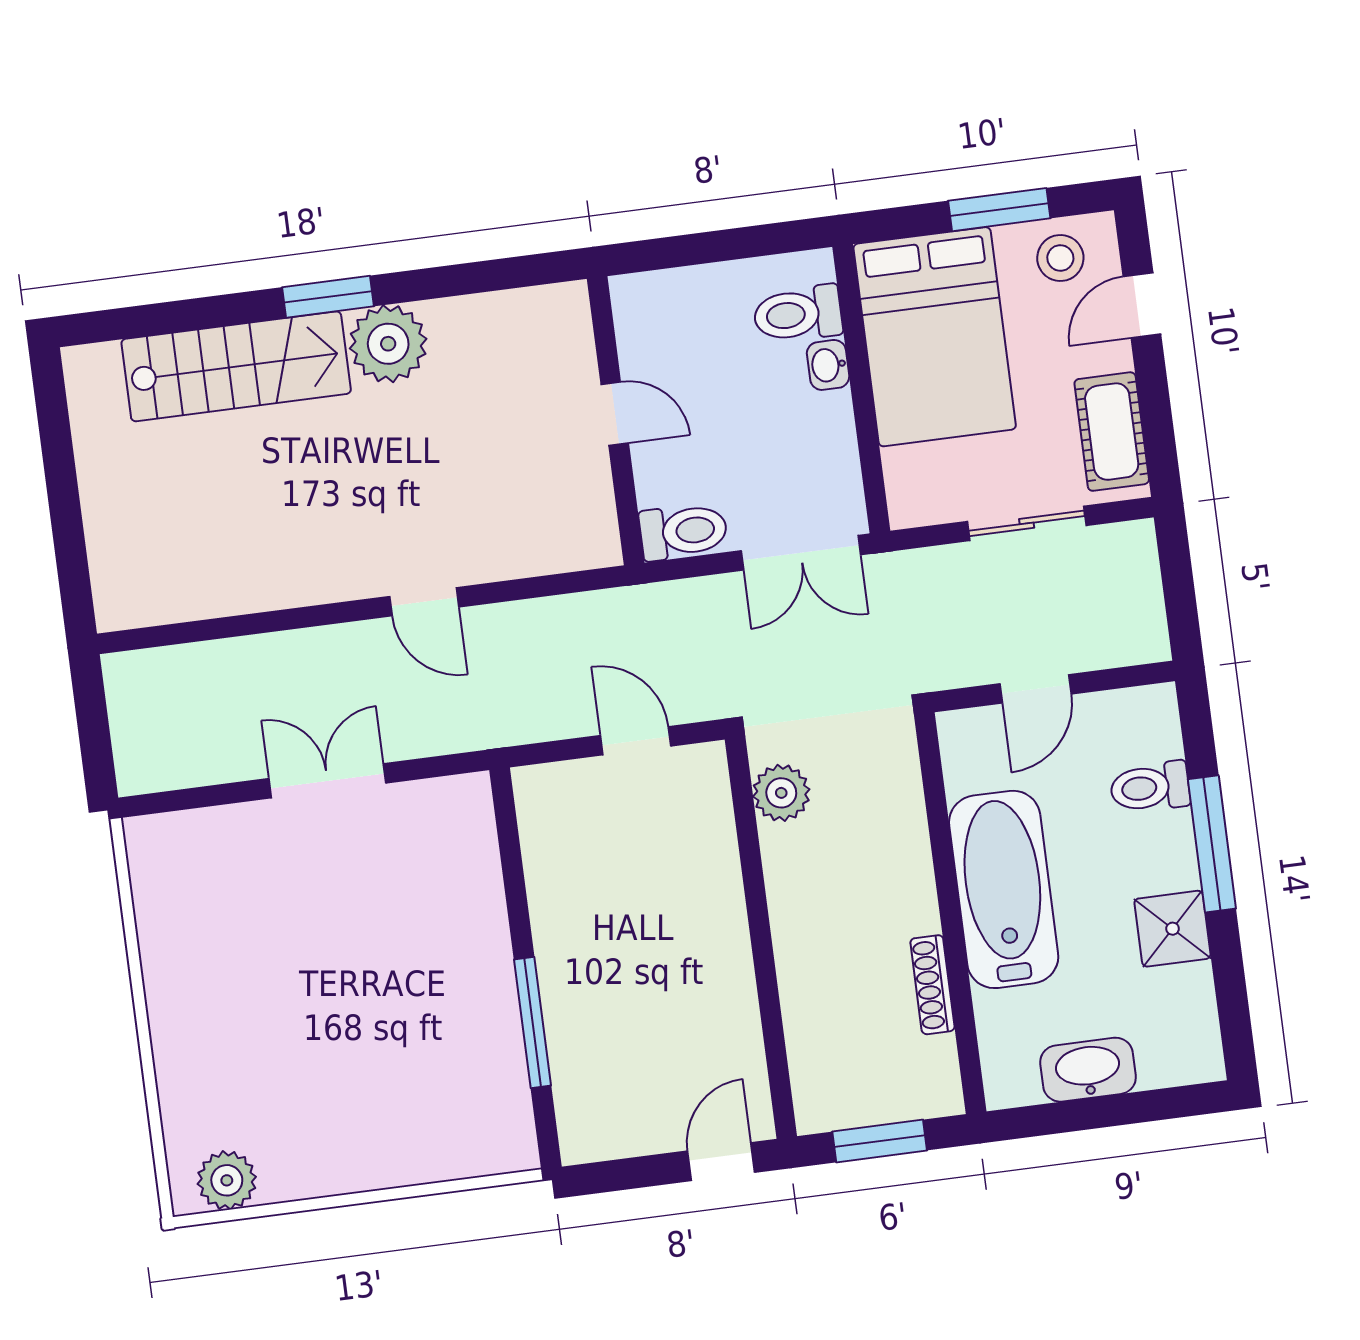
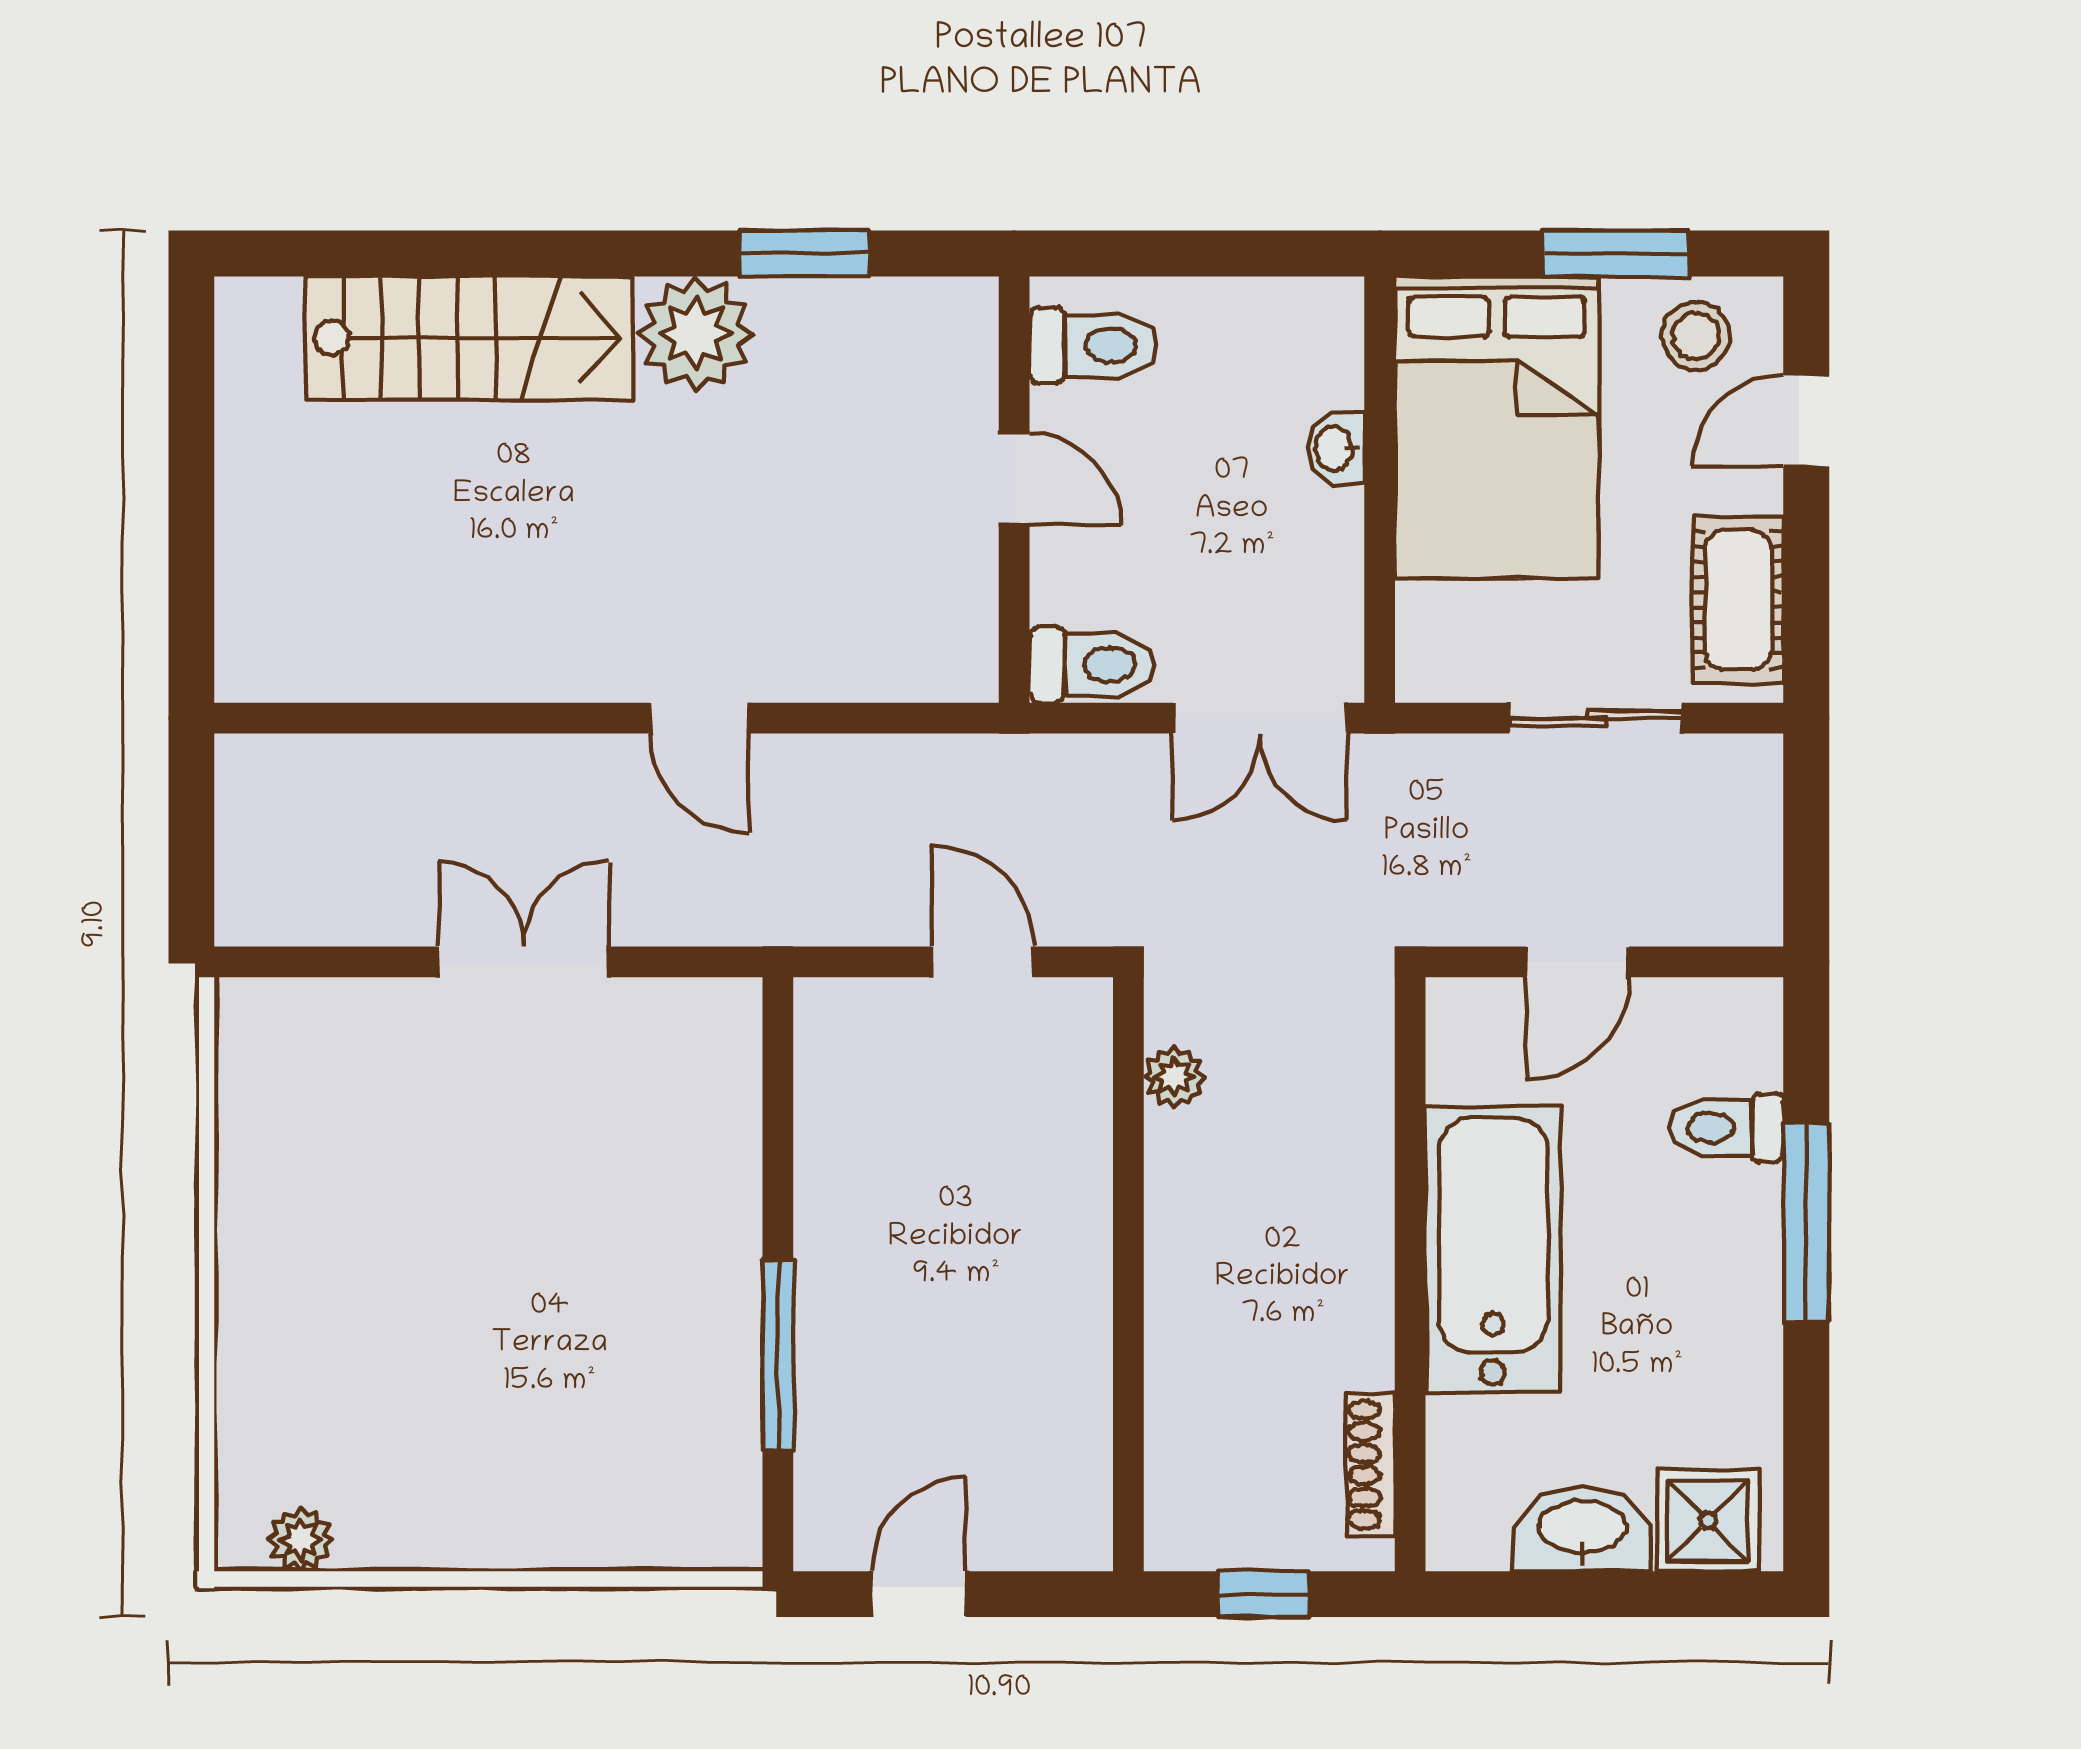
window: (328, 297) -> (804, 253), moved
toilet: (798, 314) -> (1093, 346), moved, turned 180
plant: (781, 793) -> (1174, 1077), width x0.73, depth x0.73
shower: (1173, 929) -> (1708, 1520), moved
shoe rack: (932, 985) -> (1371, 1465), moved
window: (880, 1141) -> (1263, 1594), width x0.67
door: (721, 1162) -> (919, 1594), moved
plant: (227, 1180) -> (300, 1540), width x0.73, depth x0.73

